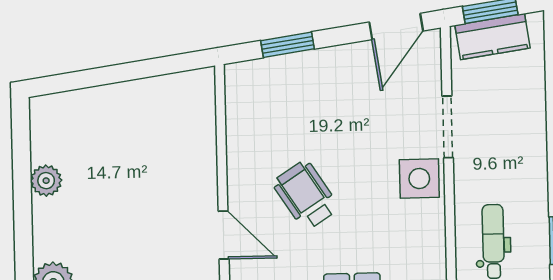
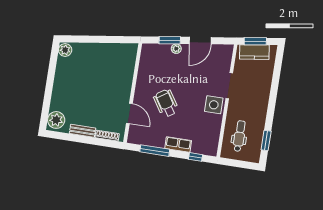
door: (396, 26) -> (200, 41), moved
plant: (306, 62) -> (176, 49), added
plant: (46, 181) -> (65, 50), moved

